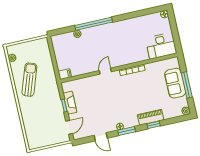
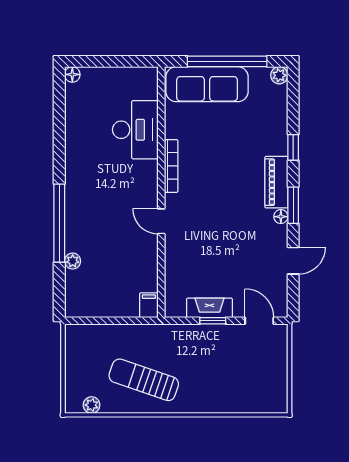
desk: (161, 46) -> (135, 130), moved
sofa: (175, 83) -> (207, 84), width x1.36
window: (187, 85) -> (227, 61), width x1.46
piano: (151, 117) -> (276, 182), moved

